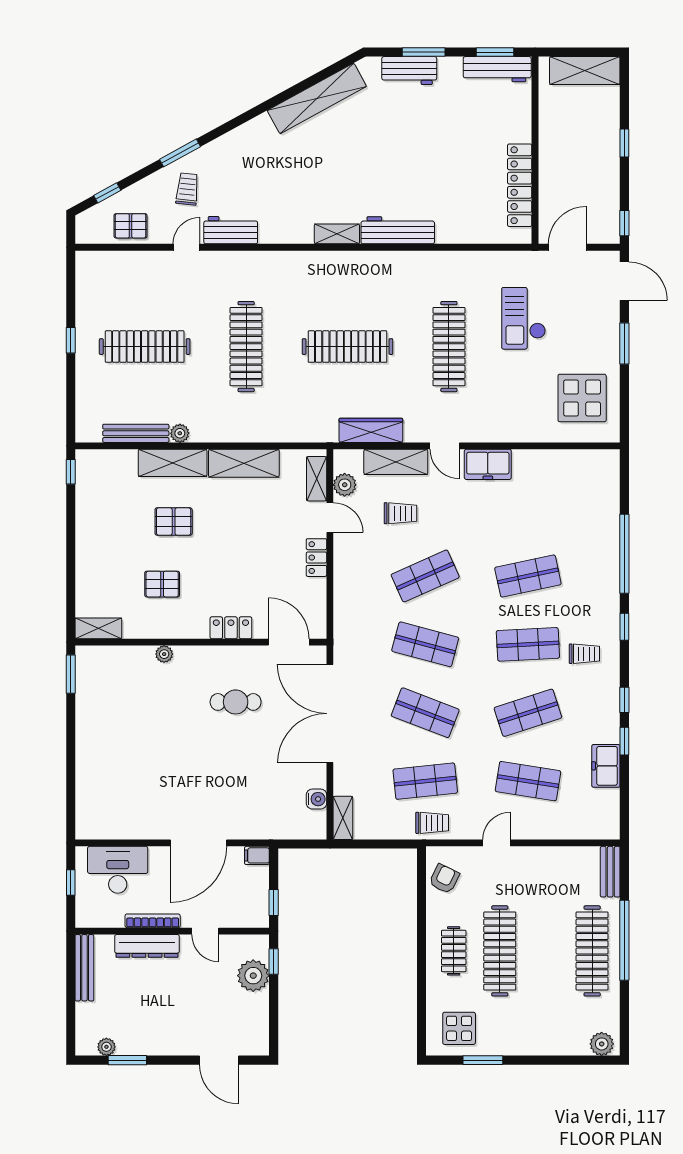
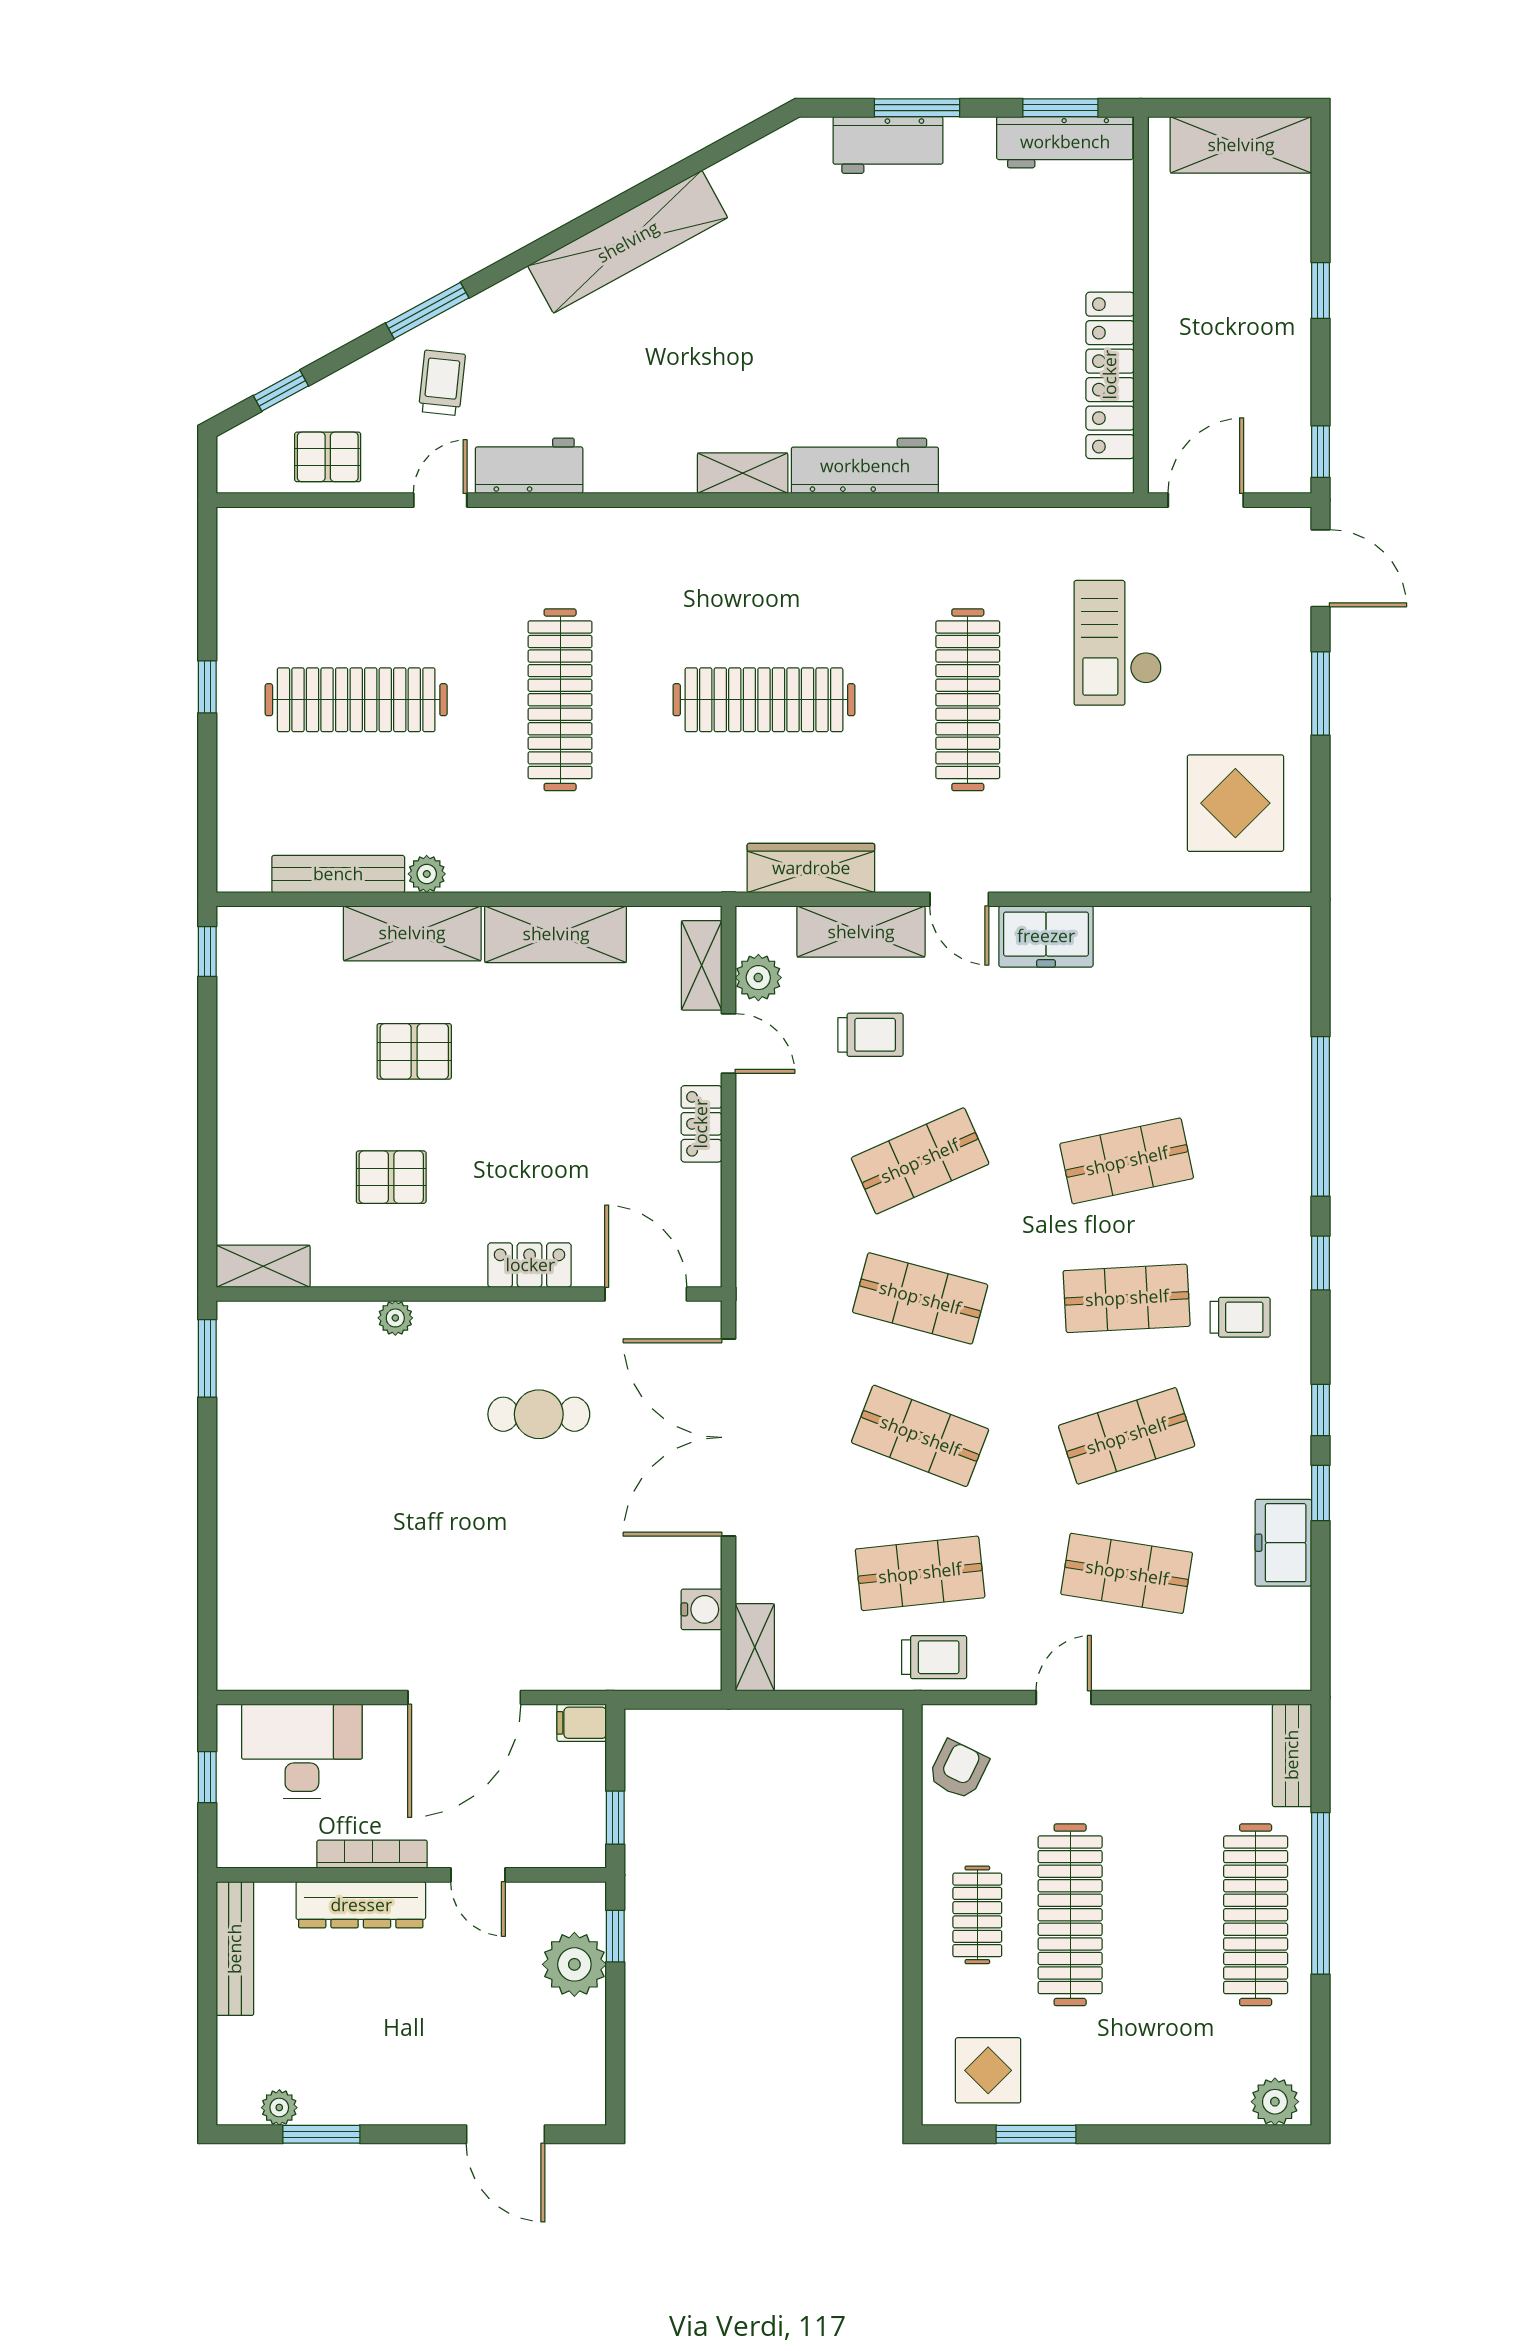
shelving: (317, 98) -> (628, 242), moved

